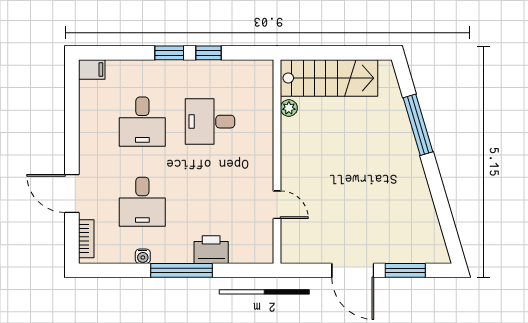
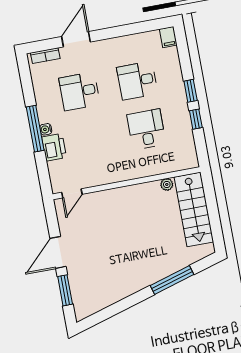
door: (277, 205) -> (72, 193), moved
water cooler: (143, 256) -> (46, 129), moved

